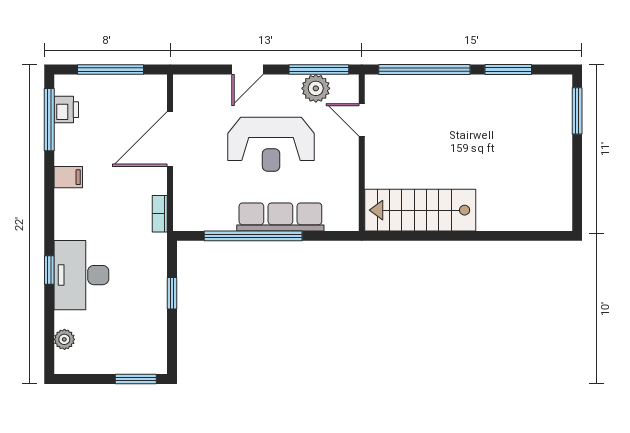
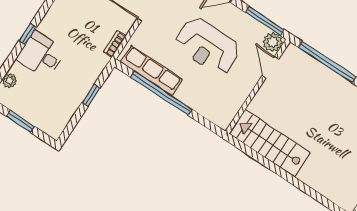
plant: (316, 88) -> (273, 42), moved
row of seats: (280, 217) -> (151, 71), moved
desk: (81, 275) -> (41, 55), width x0.73
window: (136, 379) -> (20, 121), moved

